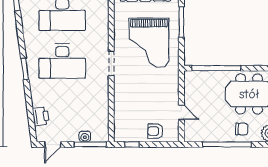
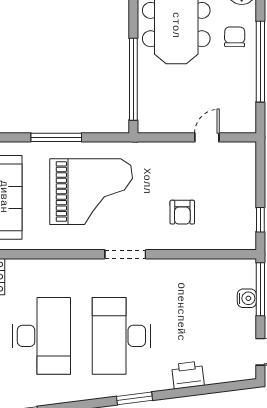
desk: (62, 61) -> (121, 336), turned 180
printer: (41, 116) -> (188, 375), moved
armchair: (155, 131) -> (182, 212), moved

